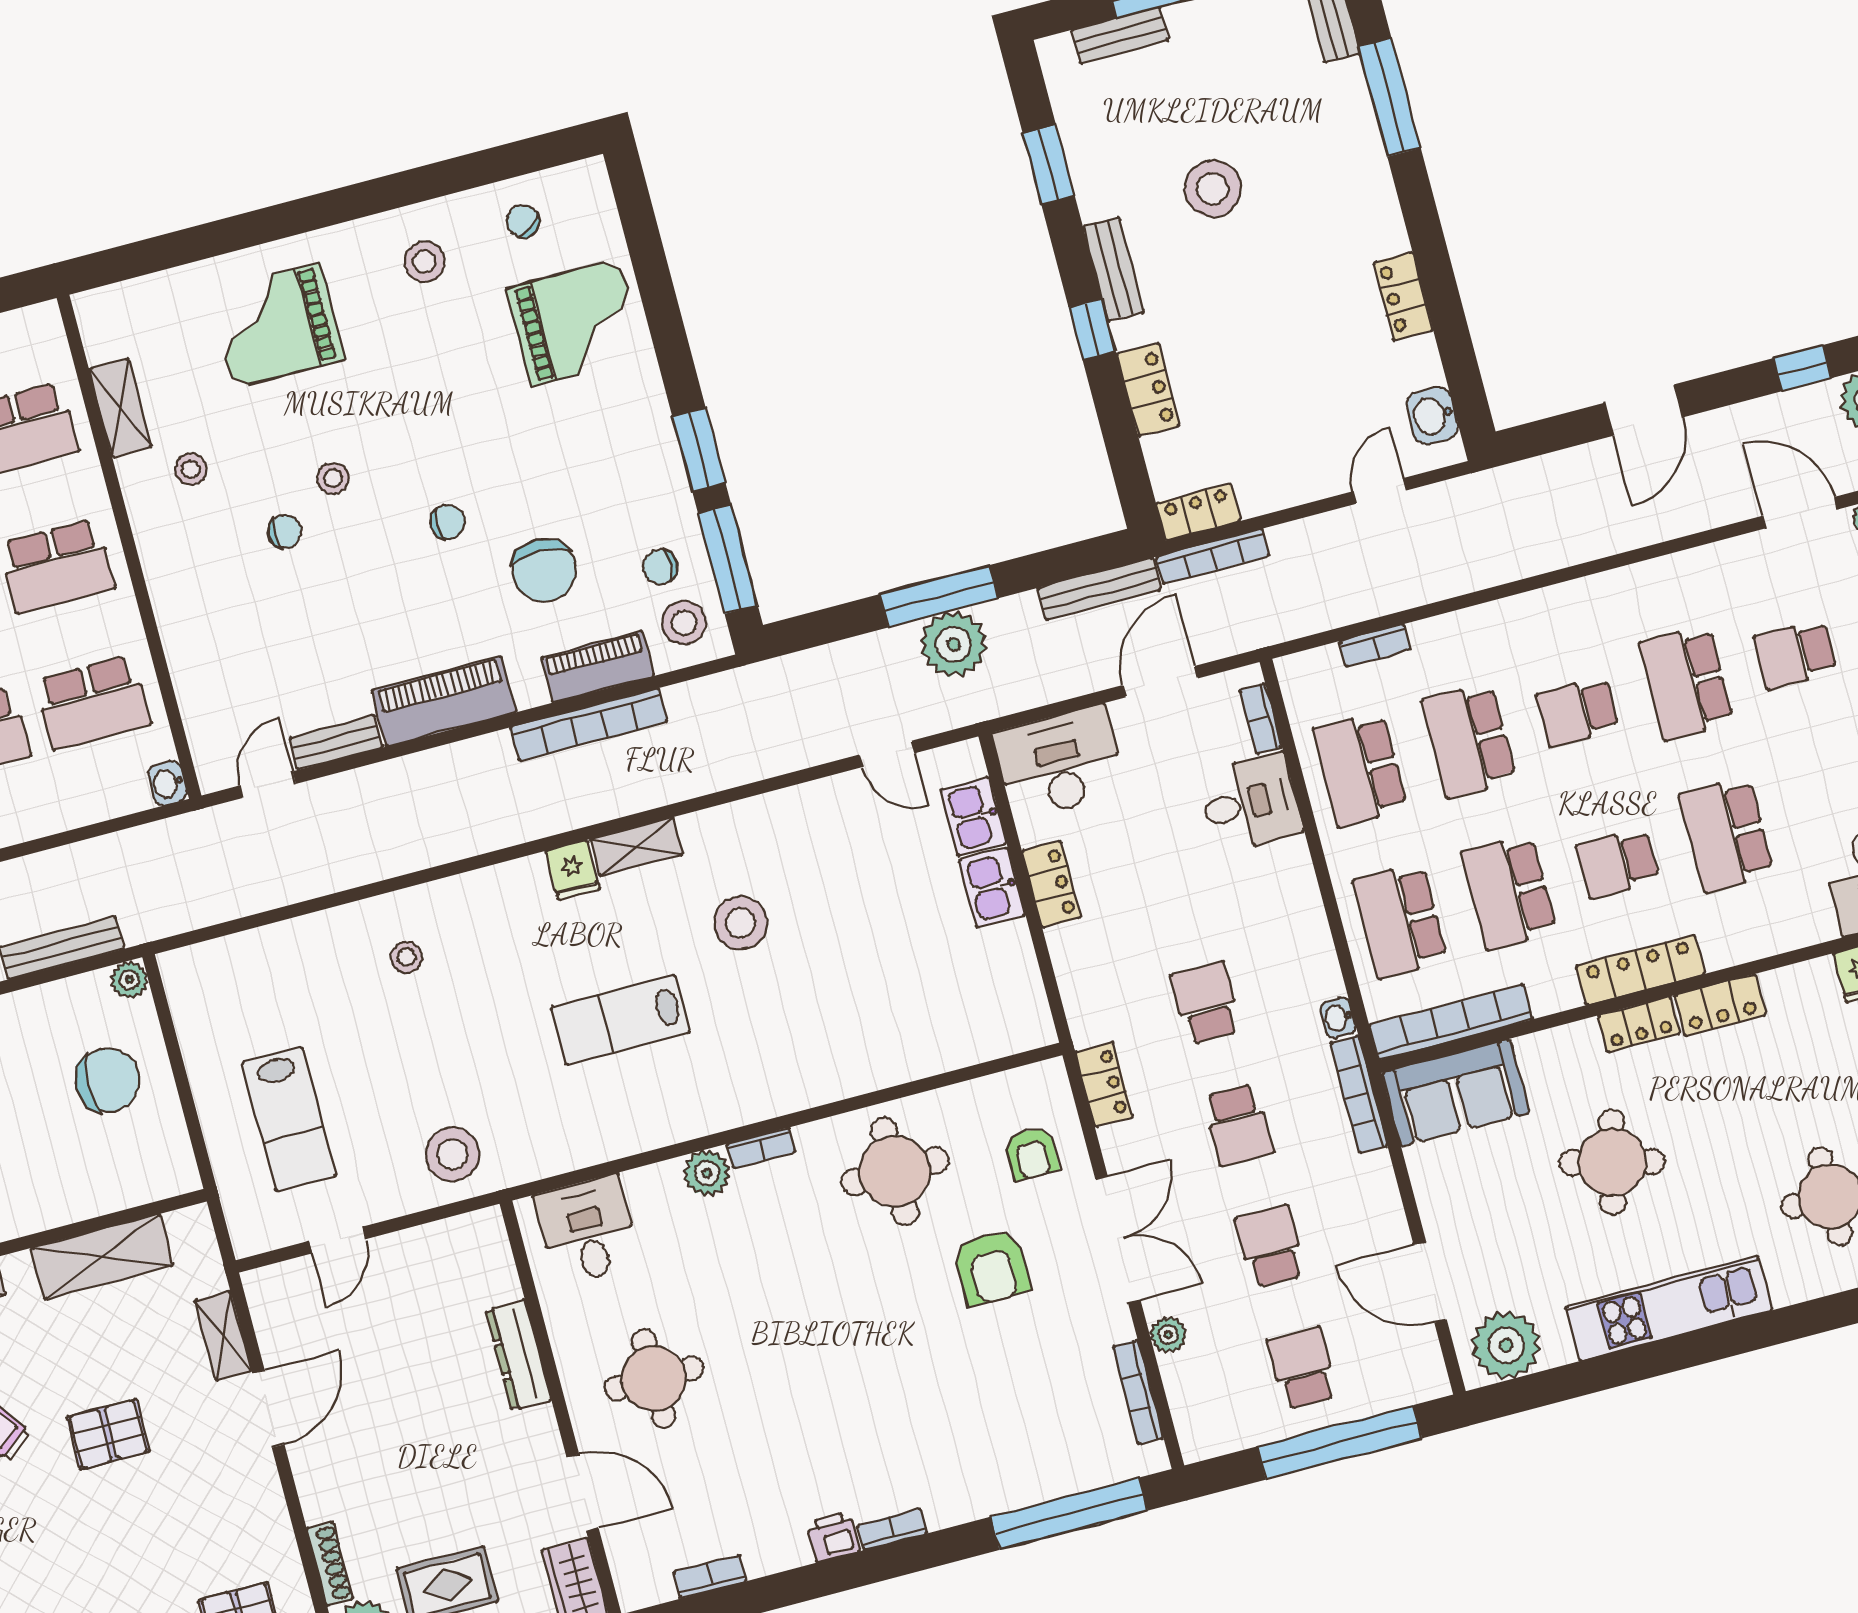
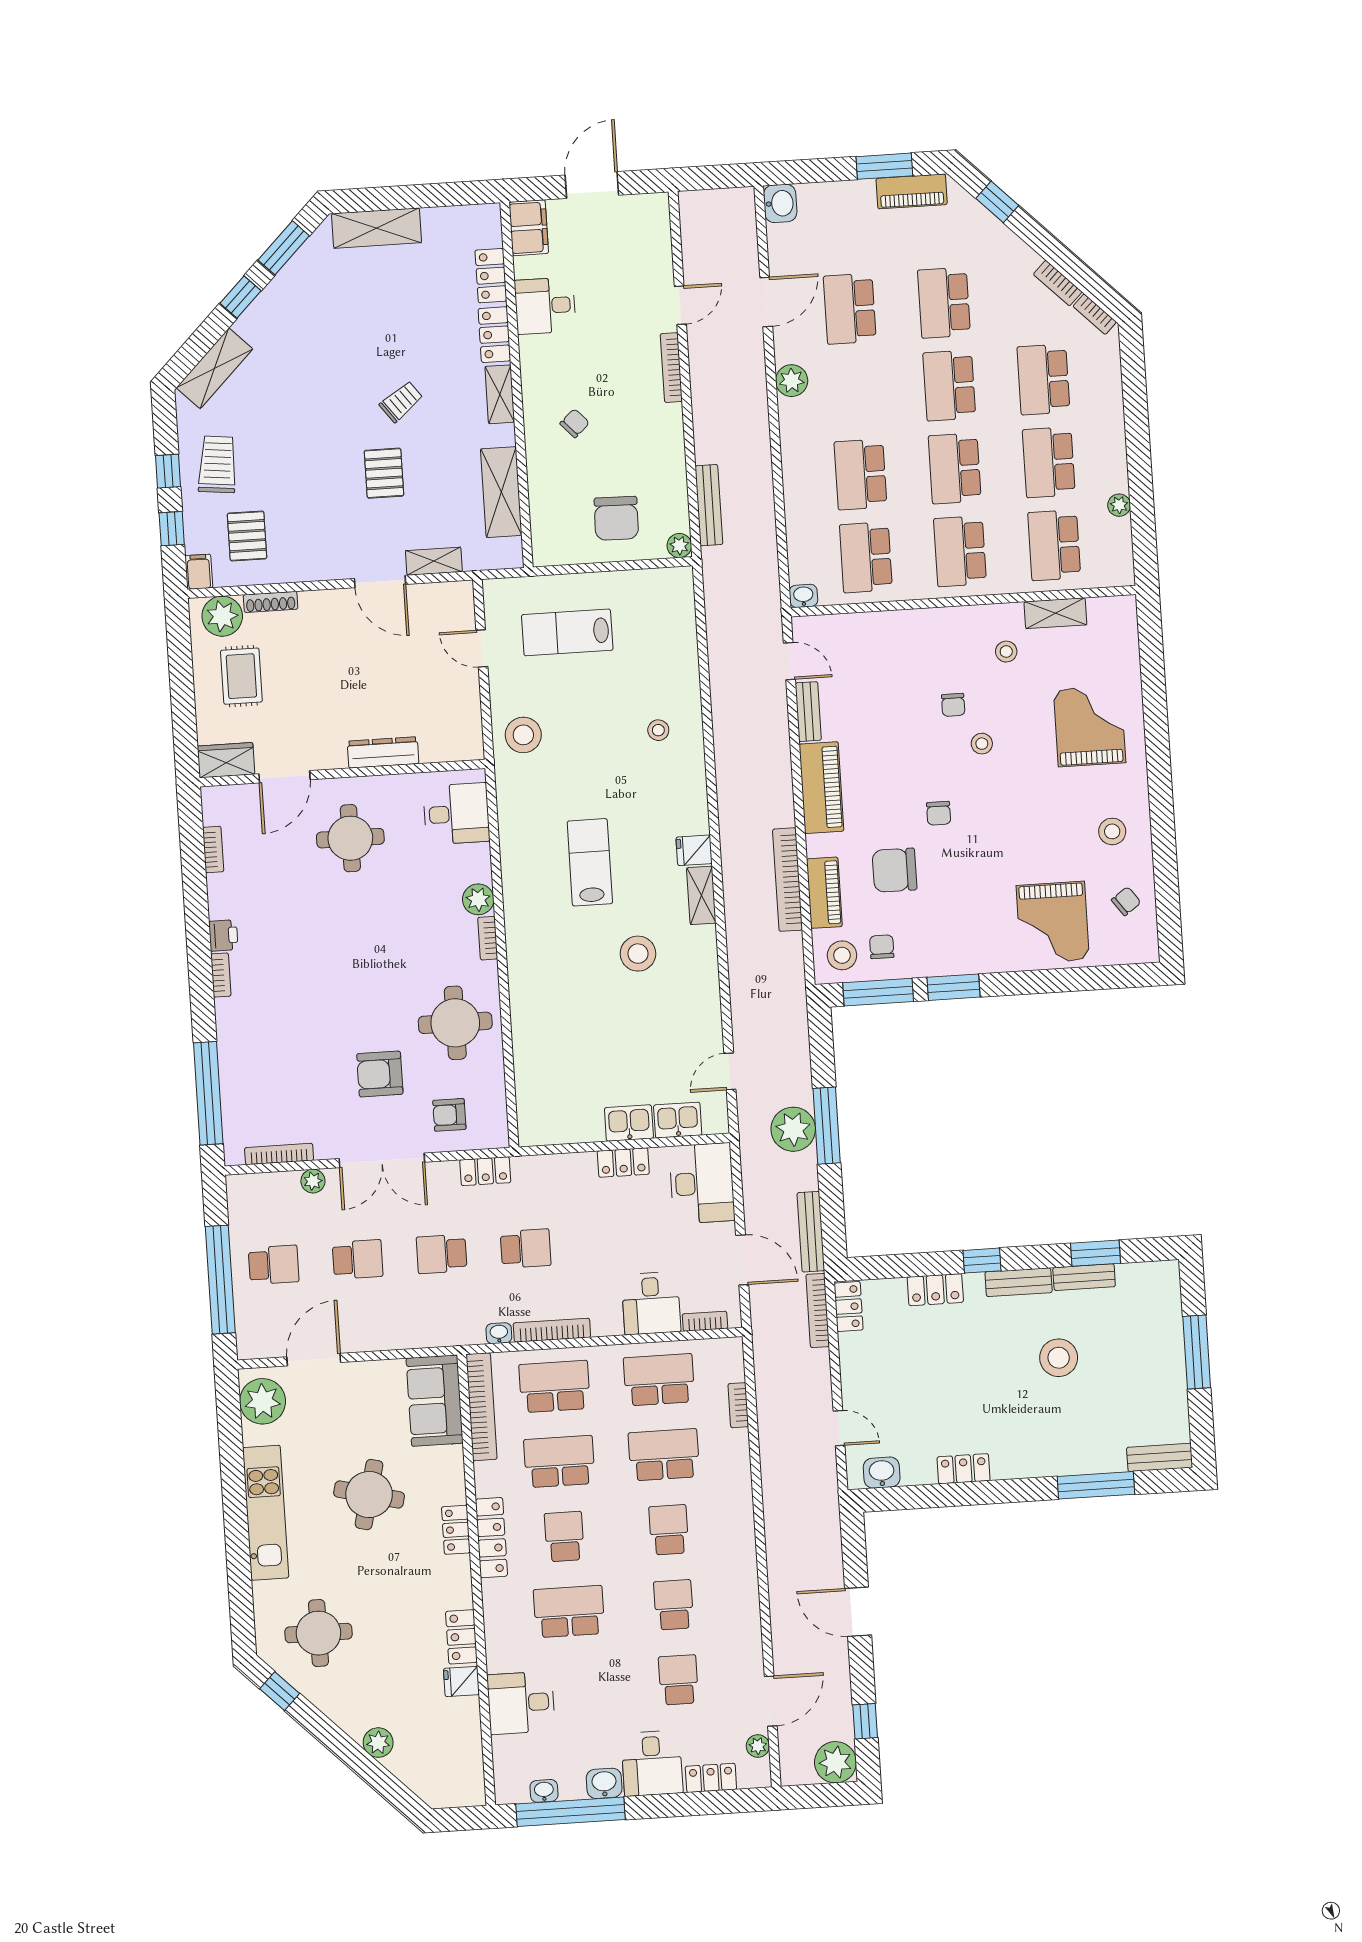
bench: (1120, 35) -> (1084, 1277), moved, turned 90
school desk: (1687, 683) -> (674, 1605), width x0.54
locker: (1720, 1005) -> (461, 1637), moved
bookcase: (1359, 1094) -> (552, 1330), moved

